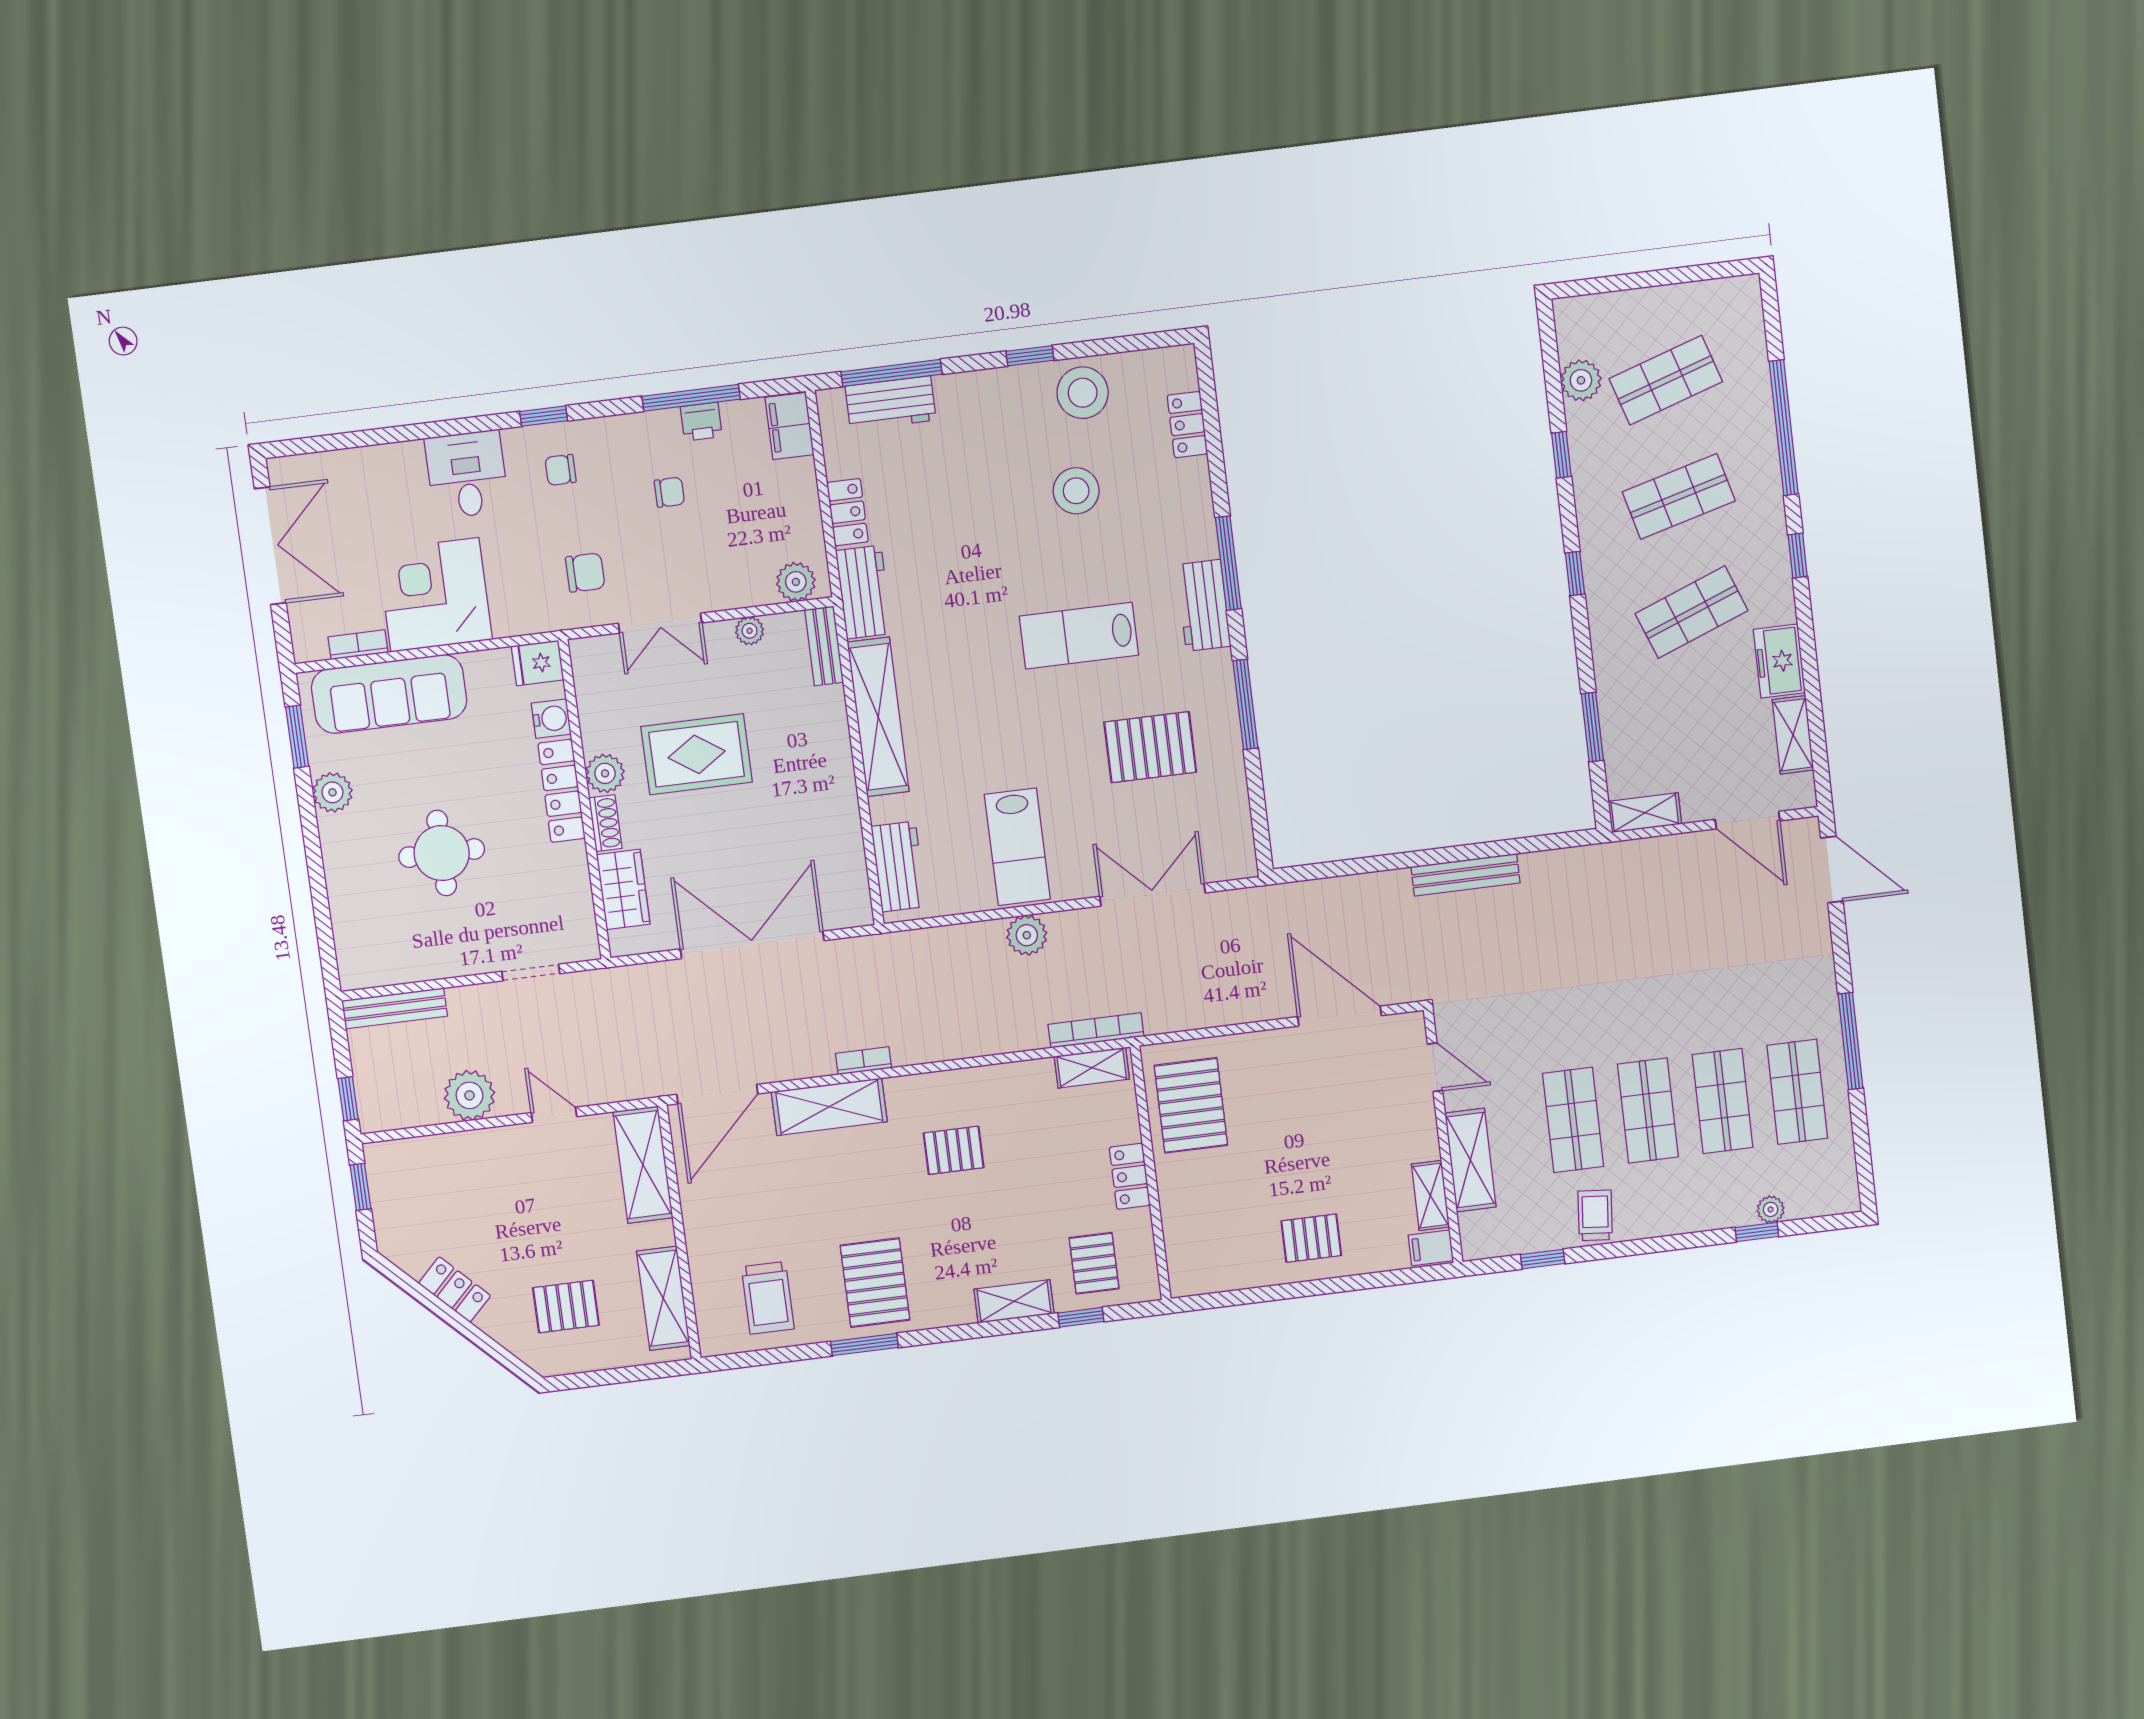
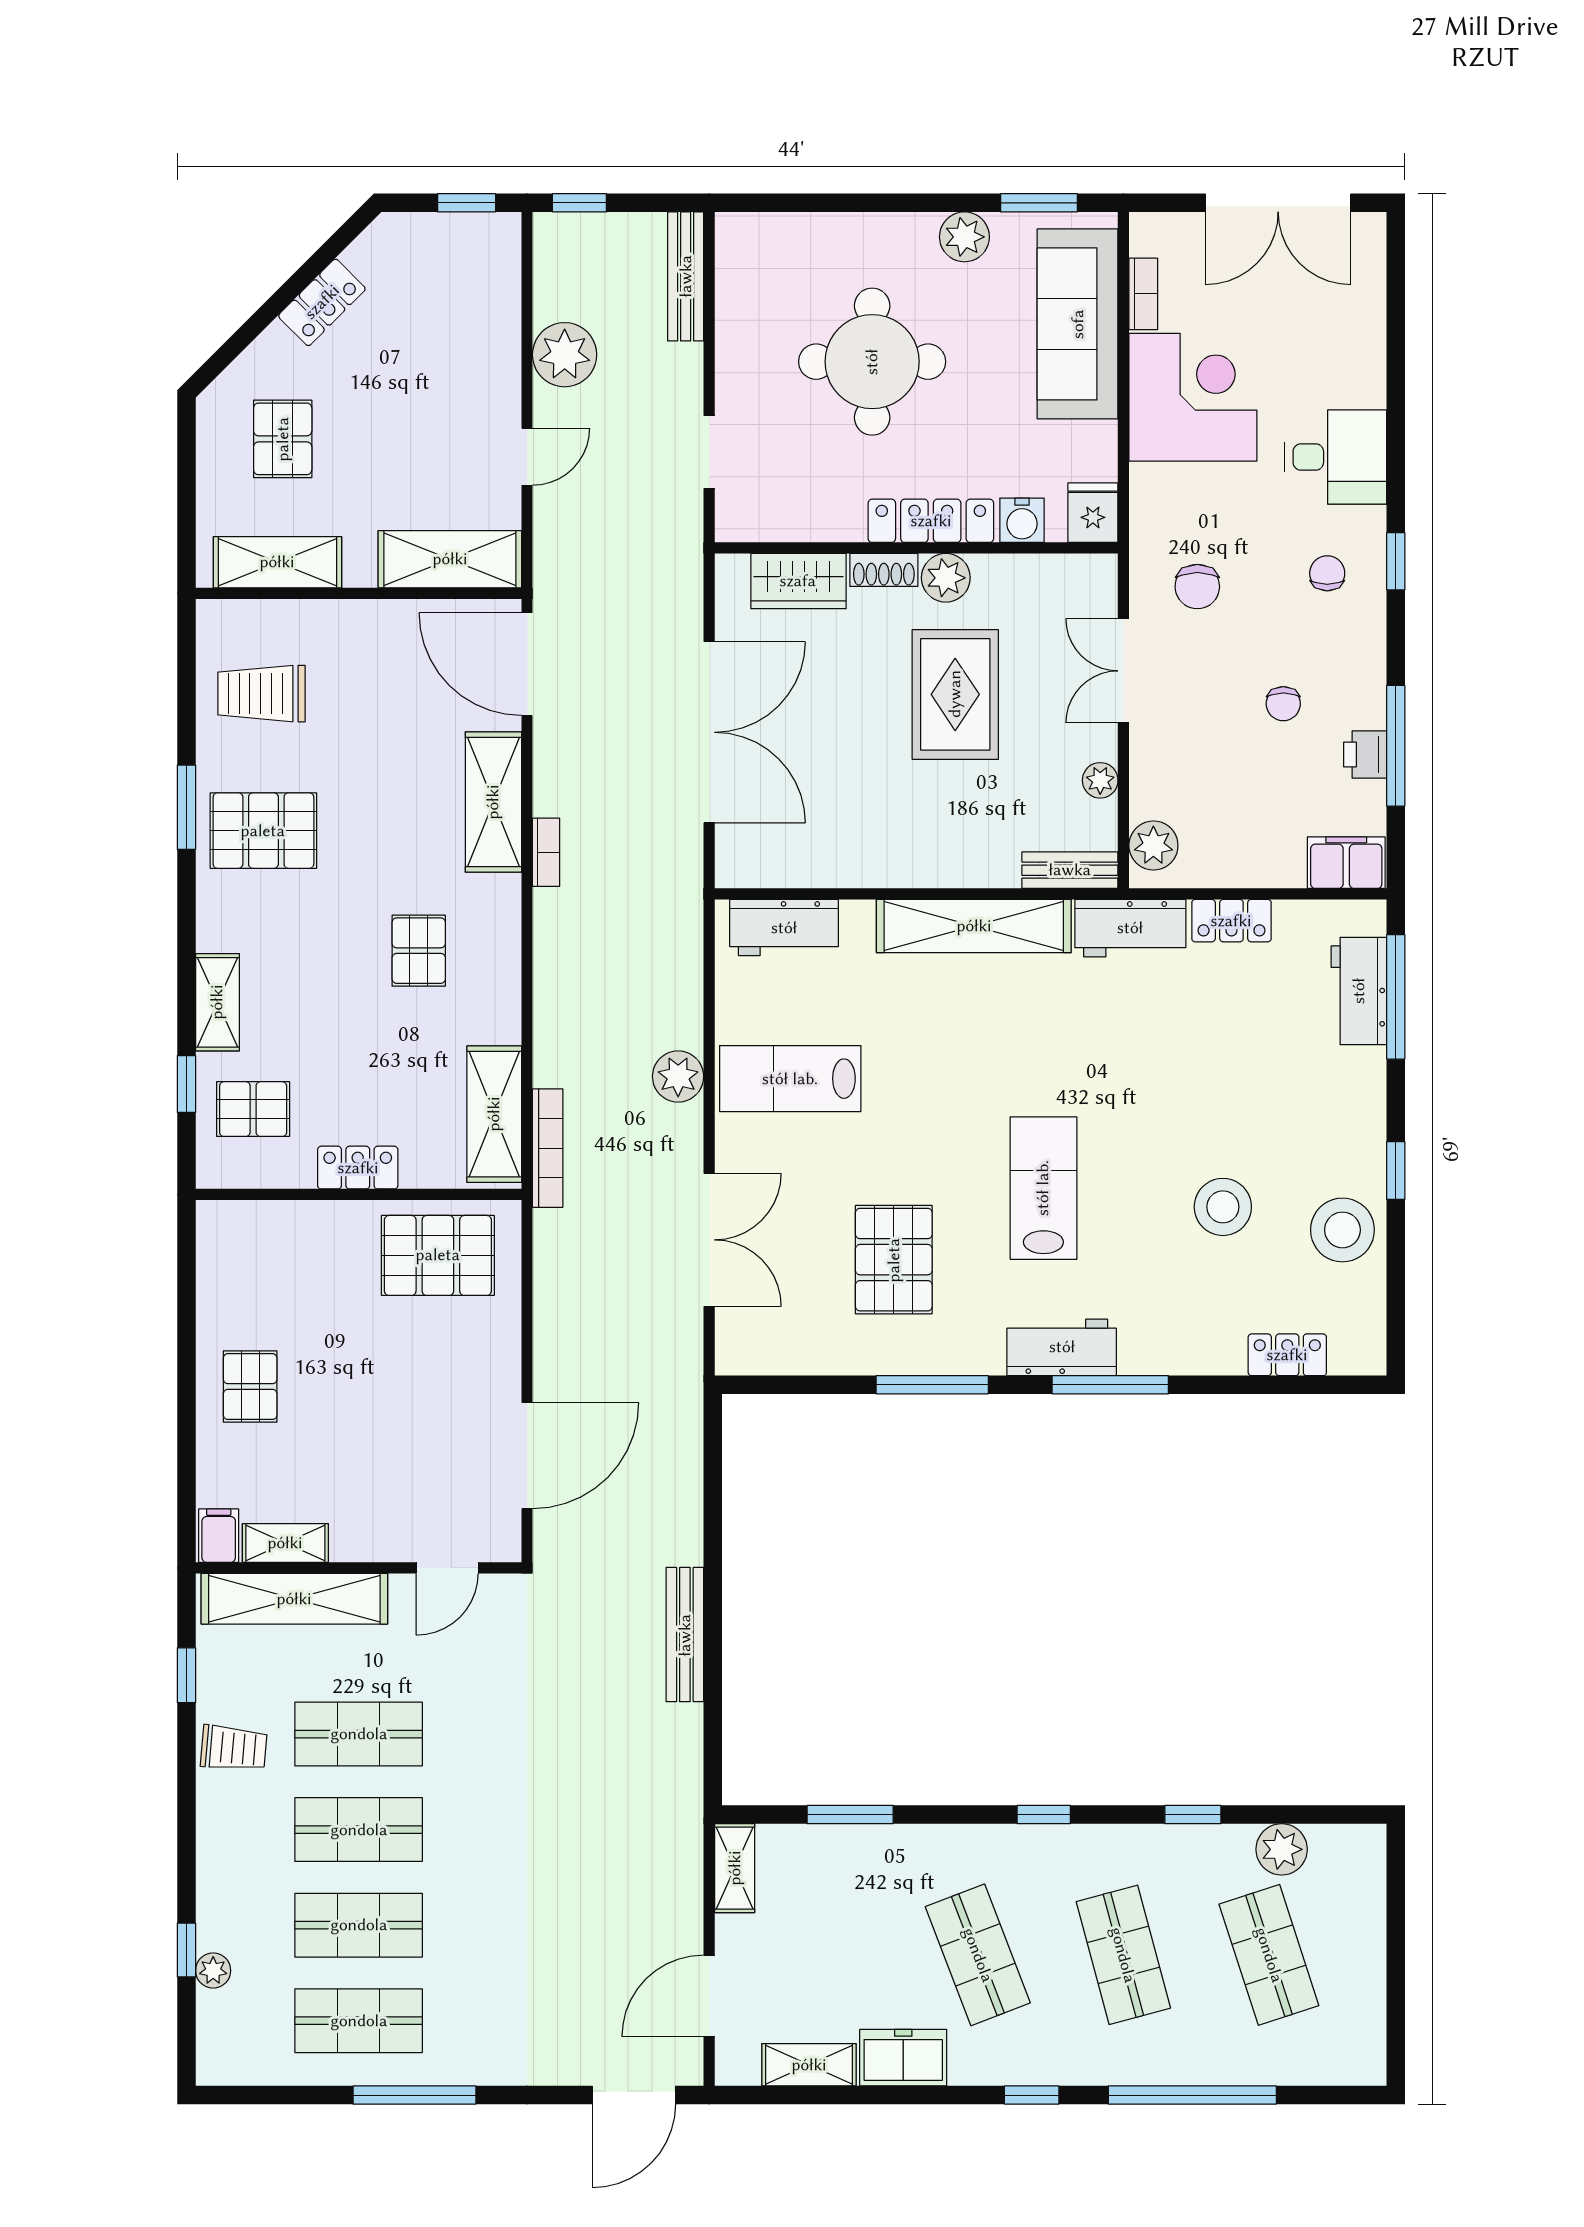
round table: (442, 853) -> (872, 362), width x1.36, depth x1.36
shelving: (1092, 1068) -> (494, 1114), width x1.50, depth x1.33
shelving: (1470, 1160) -> (294, 1599), width x1.47

